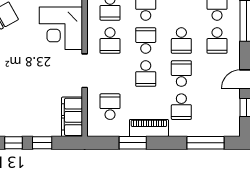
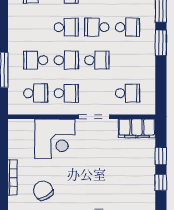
school desk: (146, 40) -> (66, 60), turned 180
school desk: (110, 107) -> (127, 93), turned 180
piano: (149, 128) -> (147, 57), removed
window: (133, 143) -> (161, 43), moved

